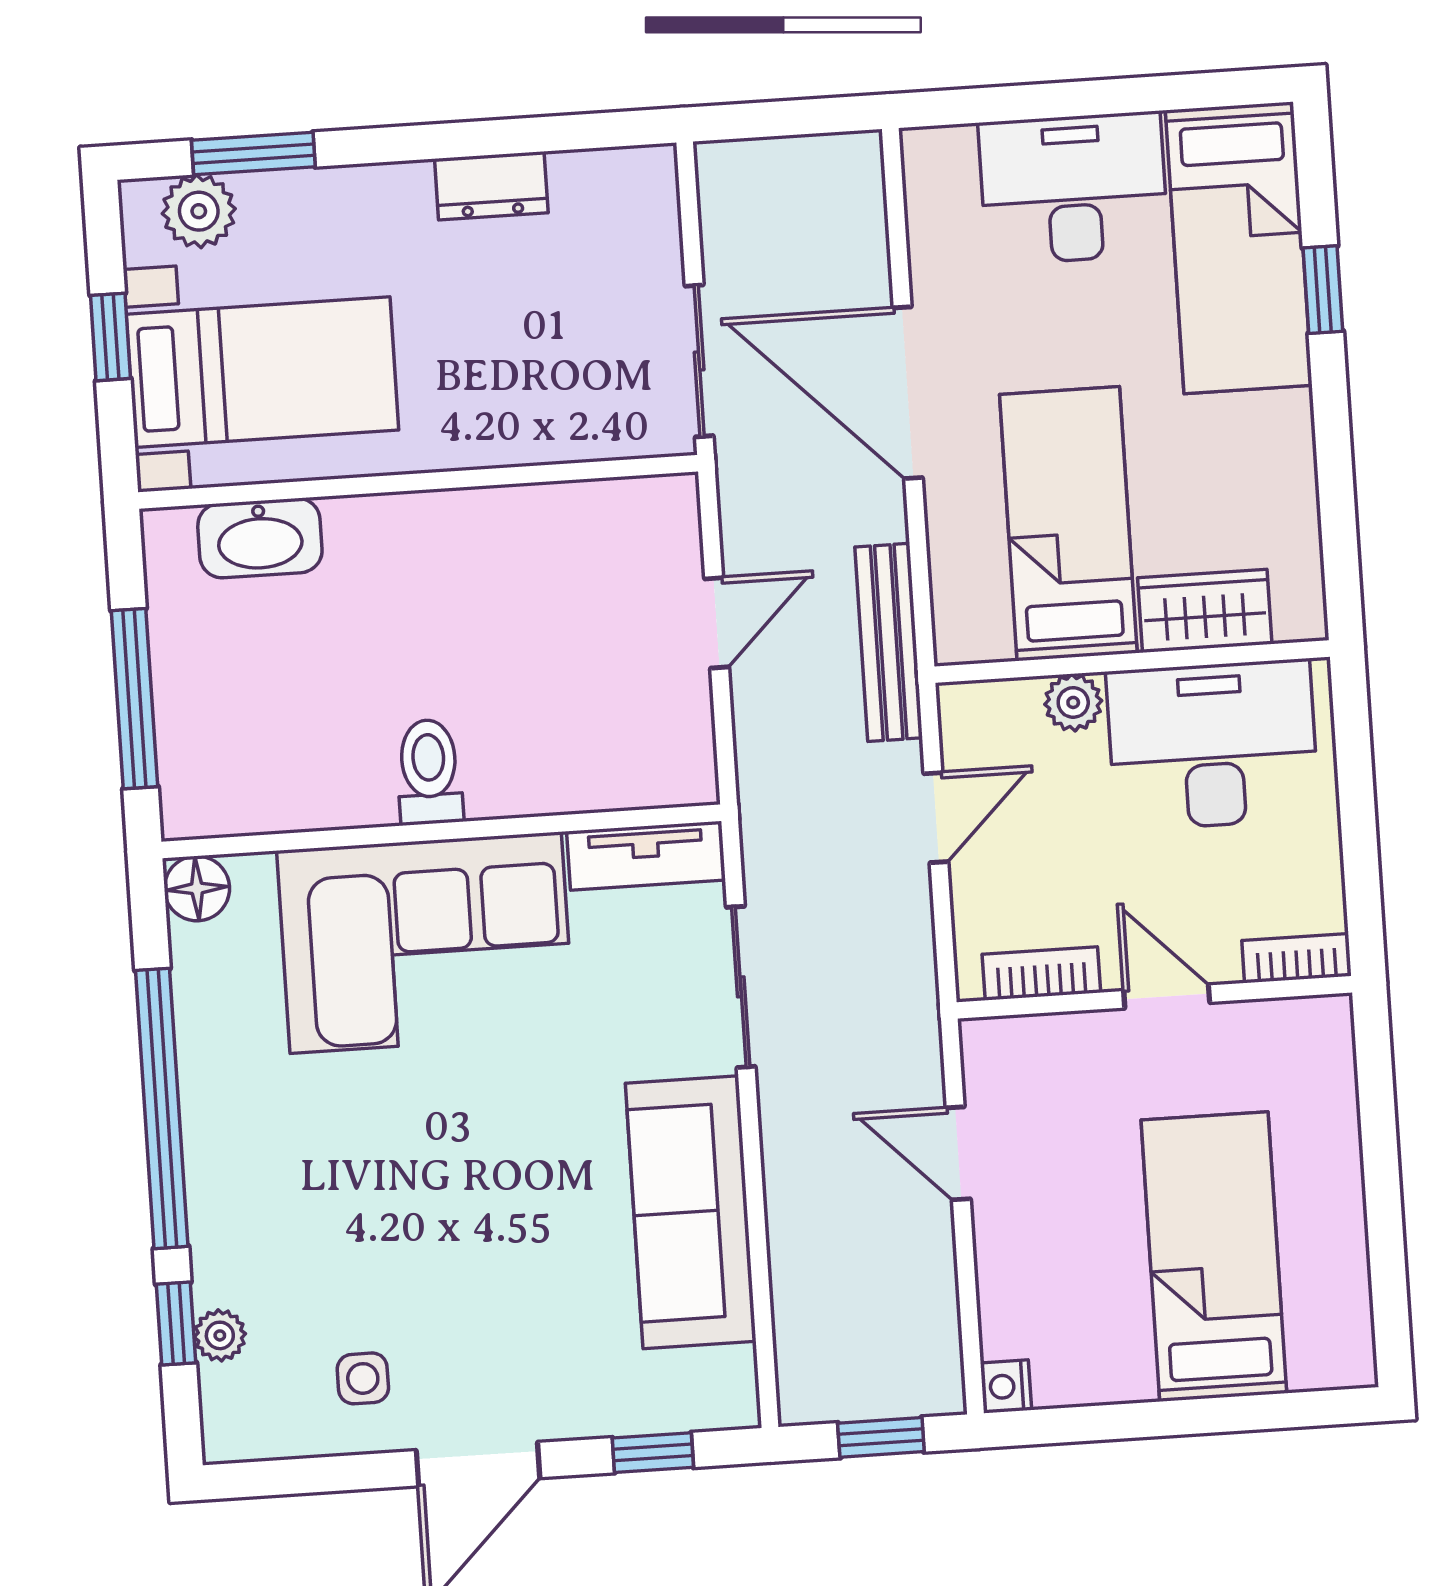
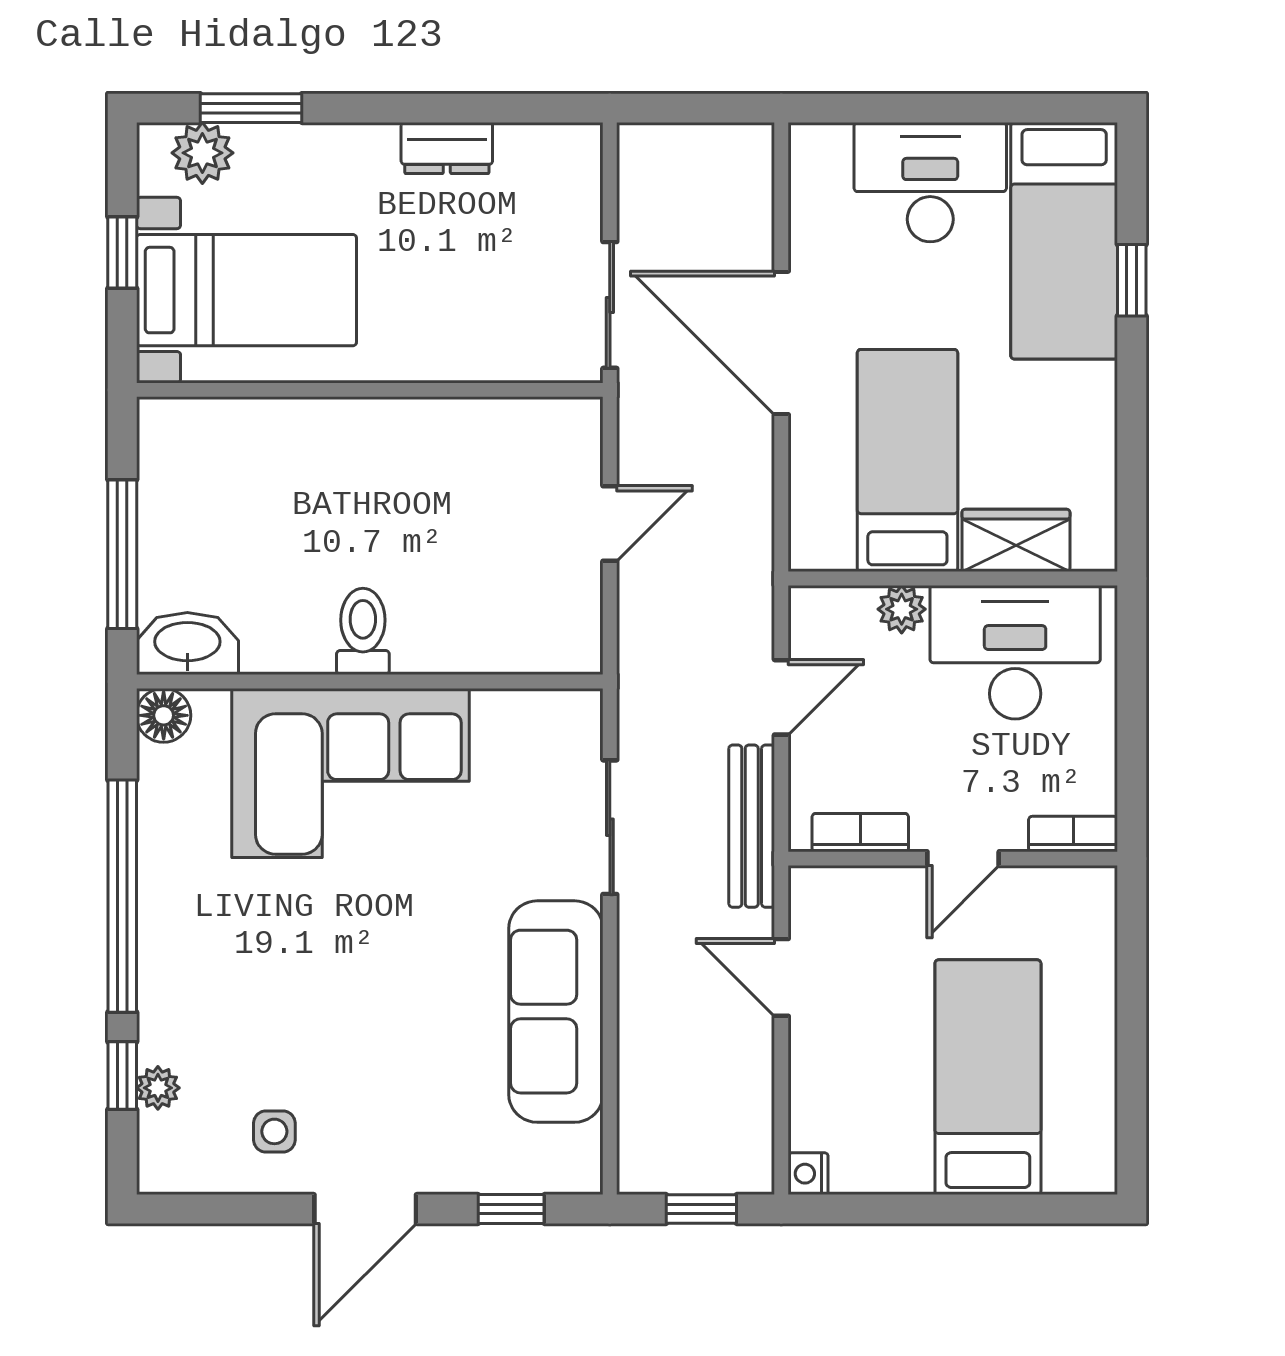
washbasin: (260, 538) -> (187, 643), moved, turned 180
bench: (889, 642) -> (752, 826), moved
tv unit: (646, 856) -> (538, 713), removed
door: (1167, 997) -> (963, 859), swing flipped

